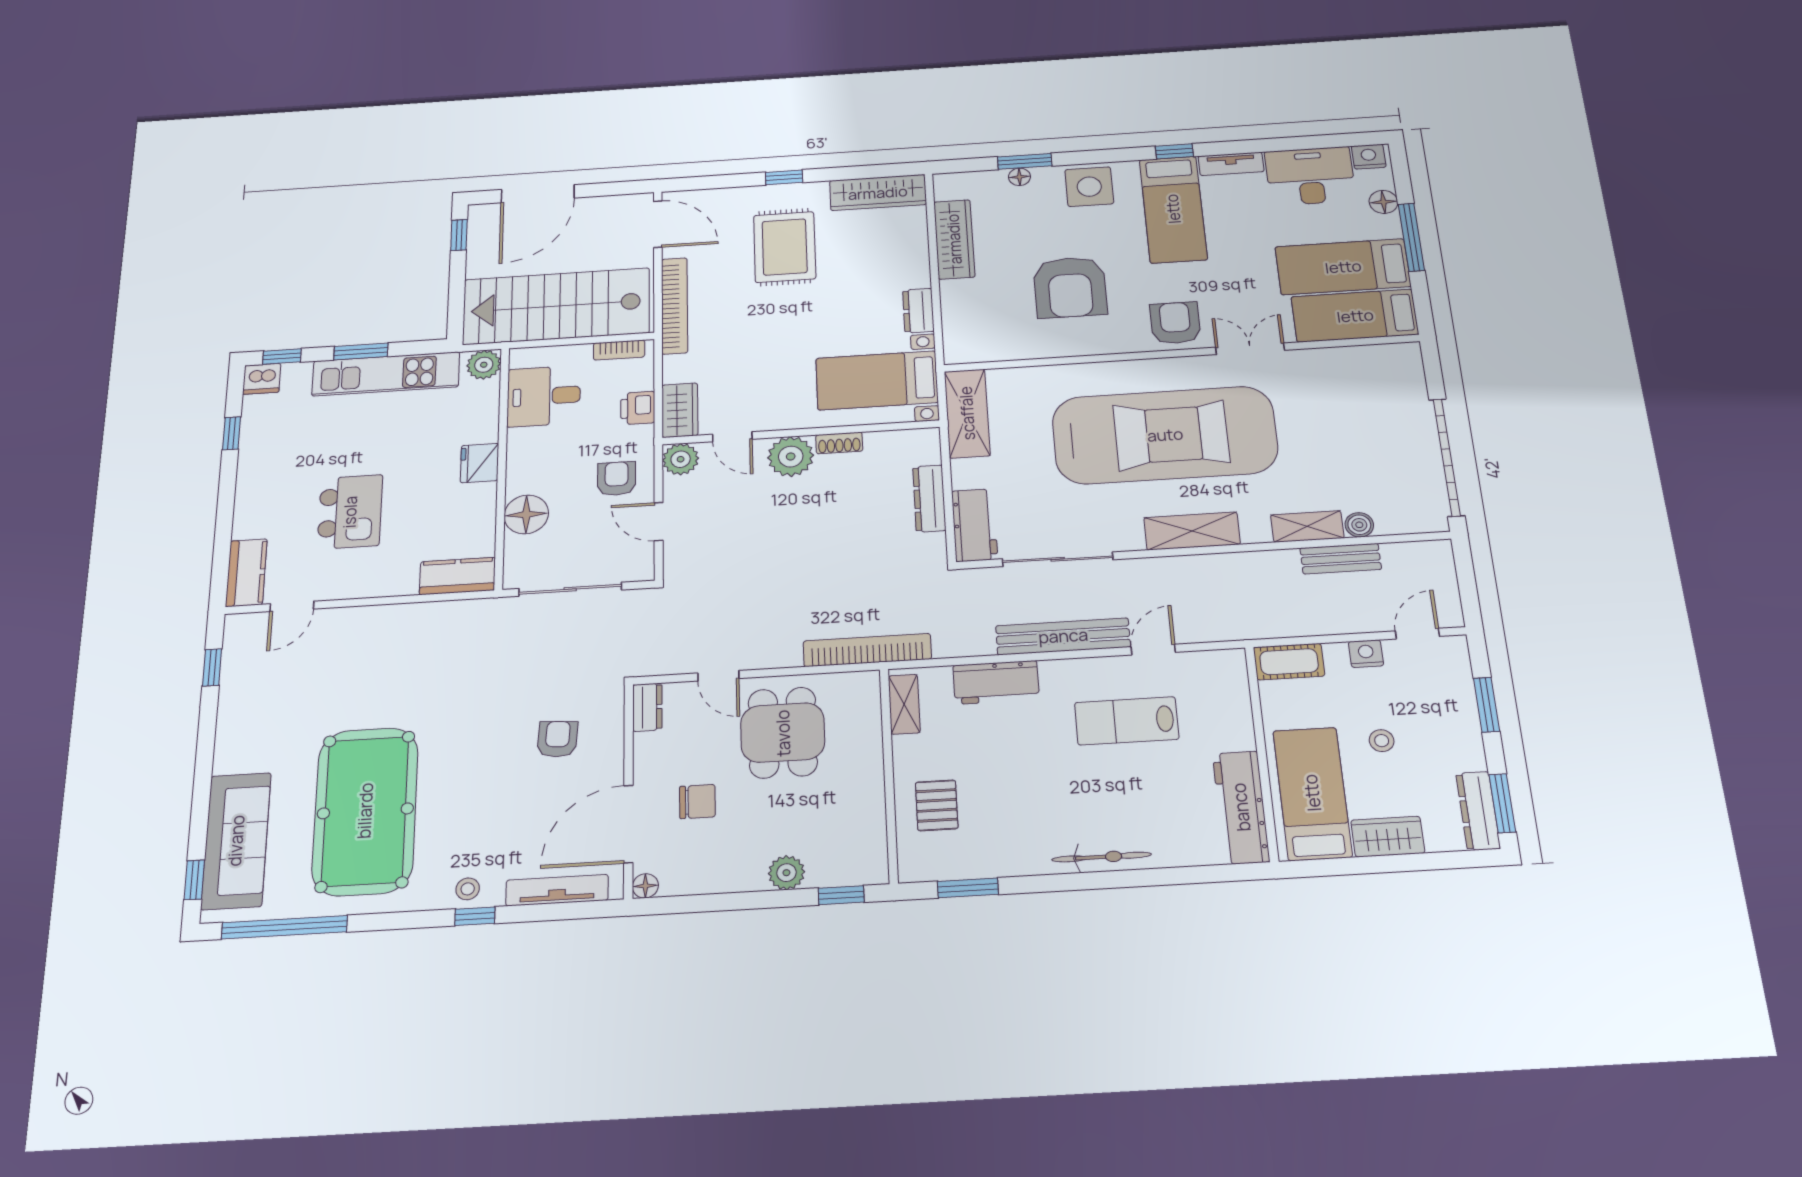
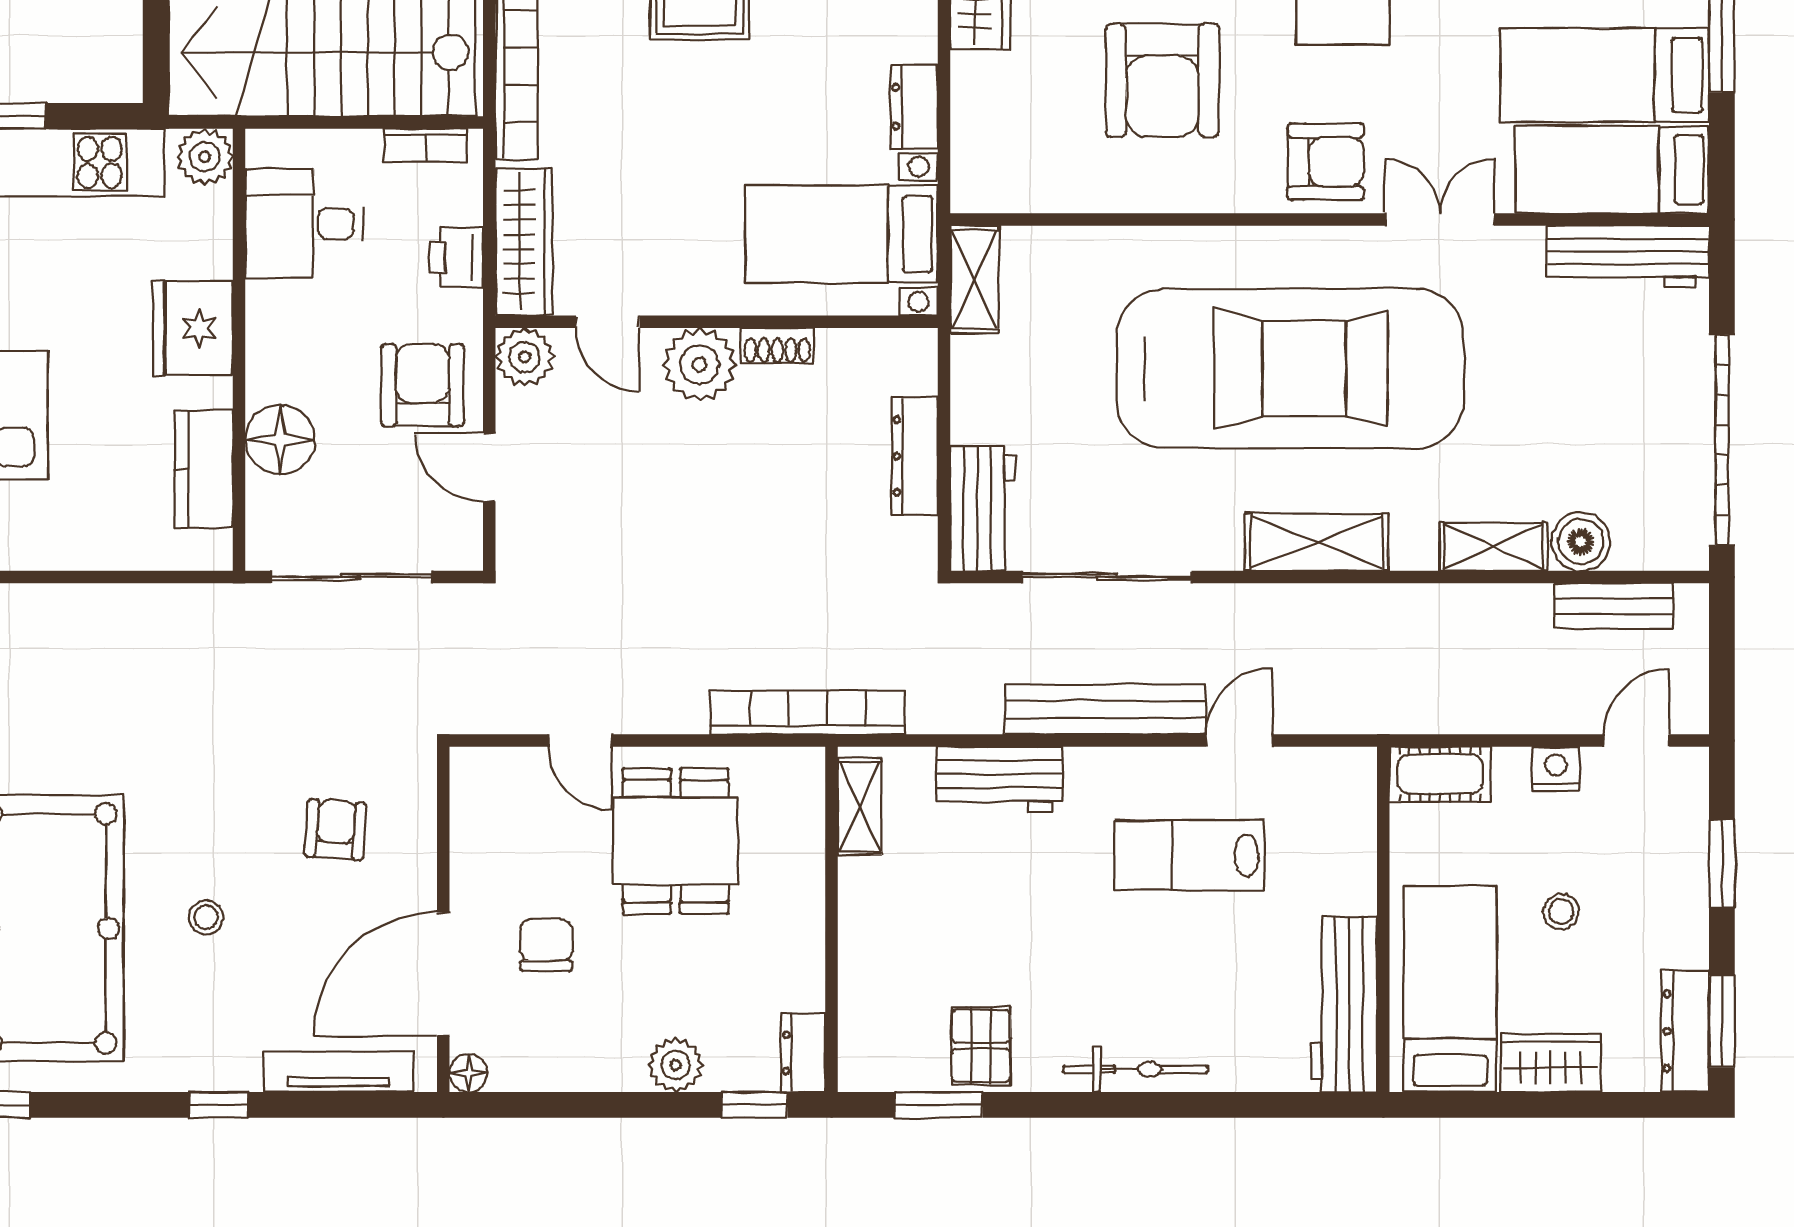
armchair: (1175, 323) -> (1326, 162), turned 90
workbench: (1371, 361) -> (1628, 256), added
wardrobe: (680, 410) -> (524, 242), width x1.50
shelving: (967, 413) -> (974, 279), width x0.67, depth x0.75
fridge: (479, 463) -> (193, 328), width x1.36, depth x1.34
armchair: (616, 479) -> (423, 385), width x1.38, depth x1.38
boiler: (1359, 525) -> (1581, 542), width x1.36, depth x1.36
bench: (1341, 559) -> (1614, 606), moved
kitchen counter: (457, 576) -> (204, 469), moved, turned -90
dresser: (647, 707) -> (803, 1053), moved, turned 180
chair: (697, 802) -> (546, 945), turned -90
pallet: (937, 805) -> (981, 1046), moved
stool: (468, 889) -> (206, 917), moved

